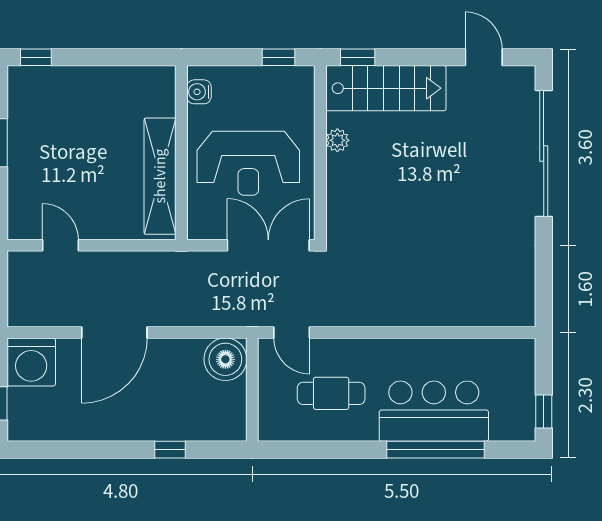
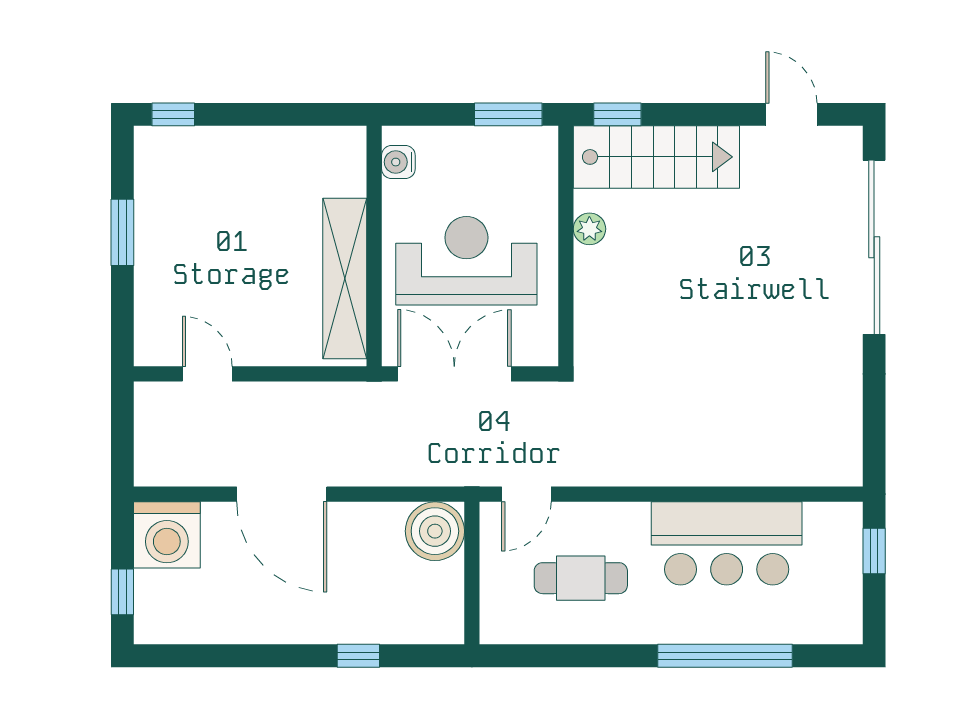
window: (279, 57) -> (508, 114), width x1.50
reception desk: (248, 163) -> (466, 261), turned 180
double door: (268, 245) -> (454, 374), moved
door: (114, 332) -> (282, 494), hinge flipped
door: (292, 332) -> (526, 494), hinge flipped
bar counter: (434, 411) -> (727, 543), moved, turned 180
window: (544, 411) -> (874, 551), moved

